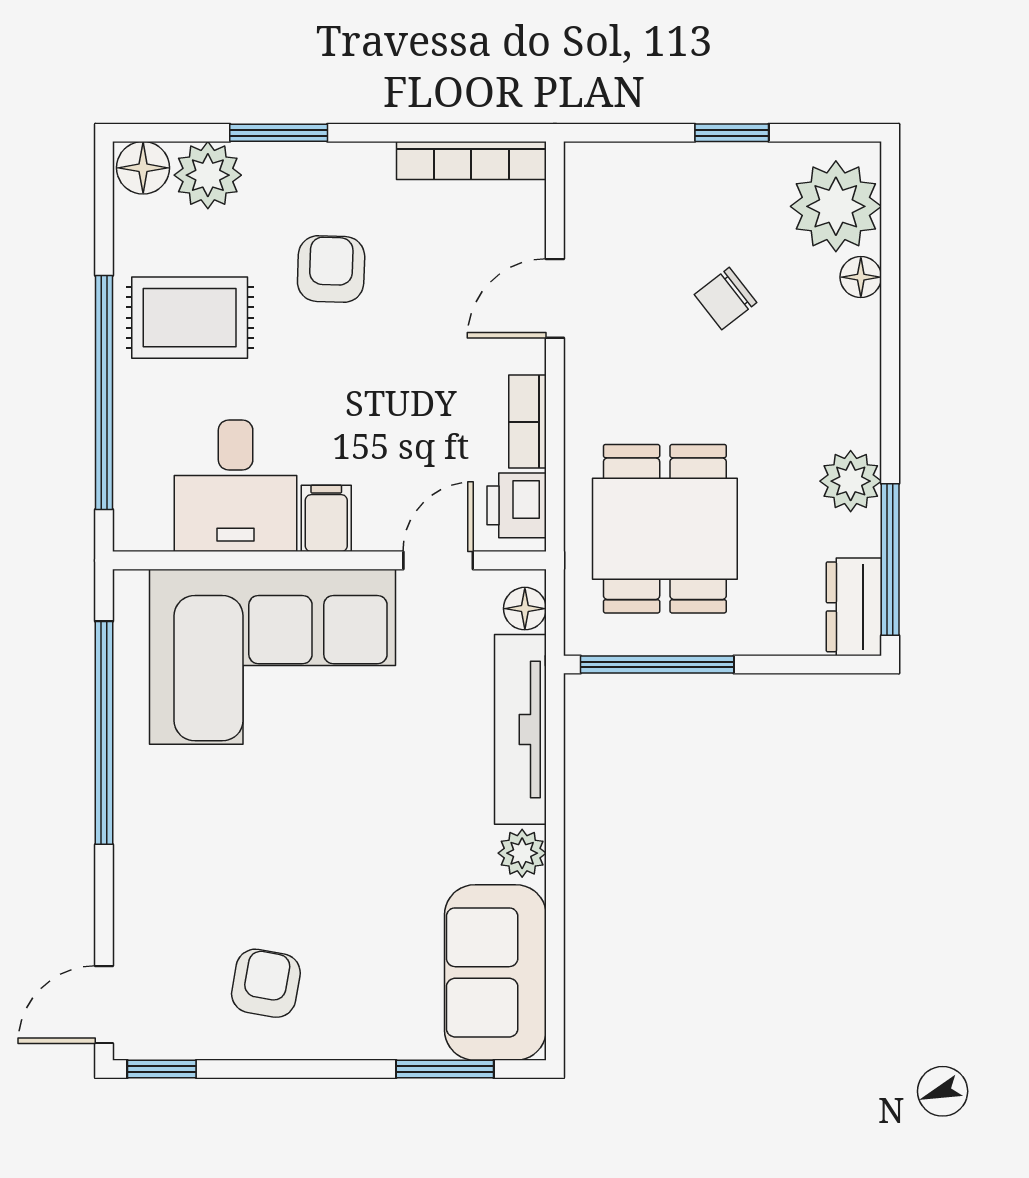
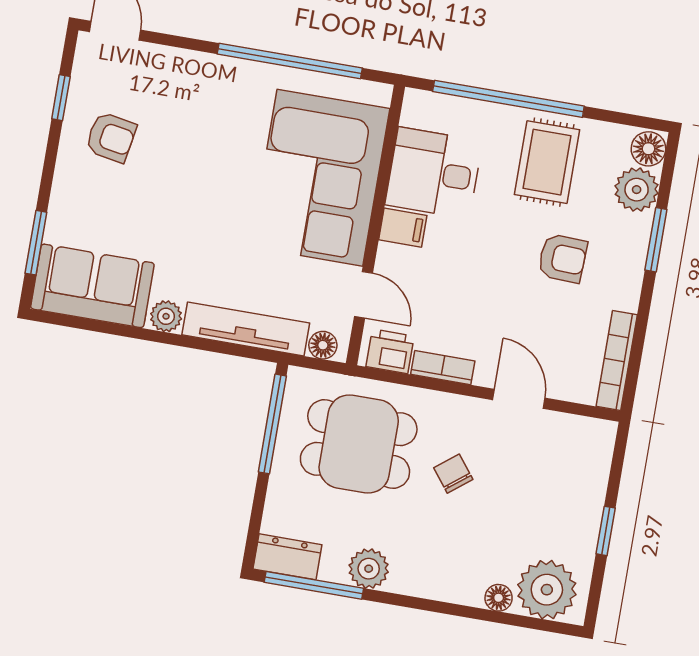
chair: (726, 299) -> (453, 474), moved
window: (162, 1069) -> (61, 98), moved

